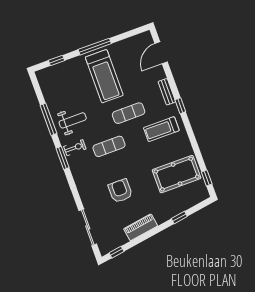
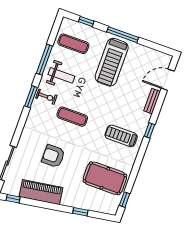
bench: (167, 92) -> (152, 101), moved
exercise mat: (129, 113) -> (73, 44), moved
armchair: (120, 191) -> (53, 156), turned -90
piano: (141, 227) -> (41, 192), width x1.37, depth x1.33

